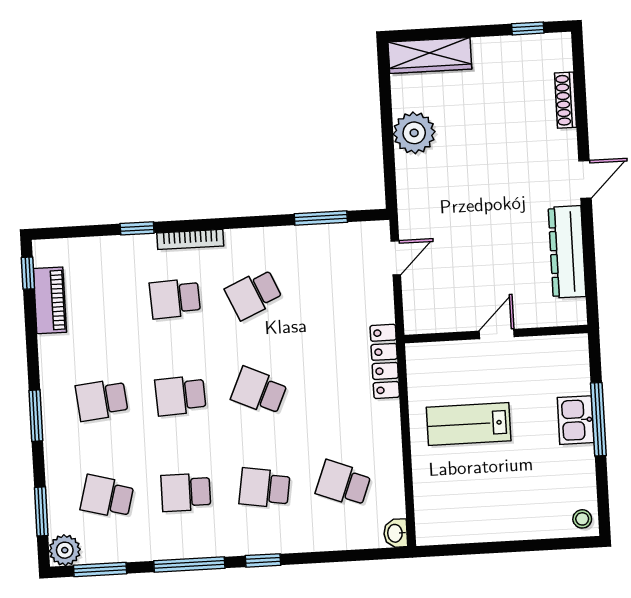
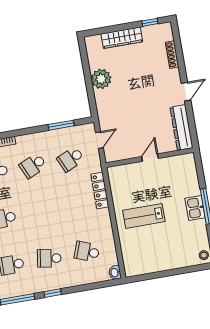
wardrobe: (430, 55) -> (122, 38), moved
wall: (496, 334) -> (150, 158), moved
door: (497, 334) -> (150, 158), moved
school desk: (259, 391) -> (71, 159), moved, turned -48

